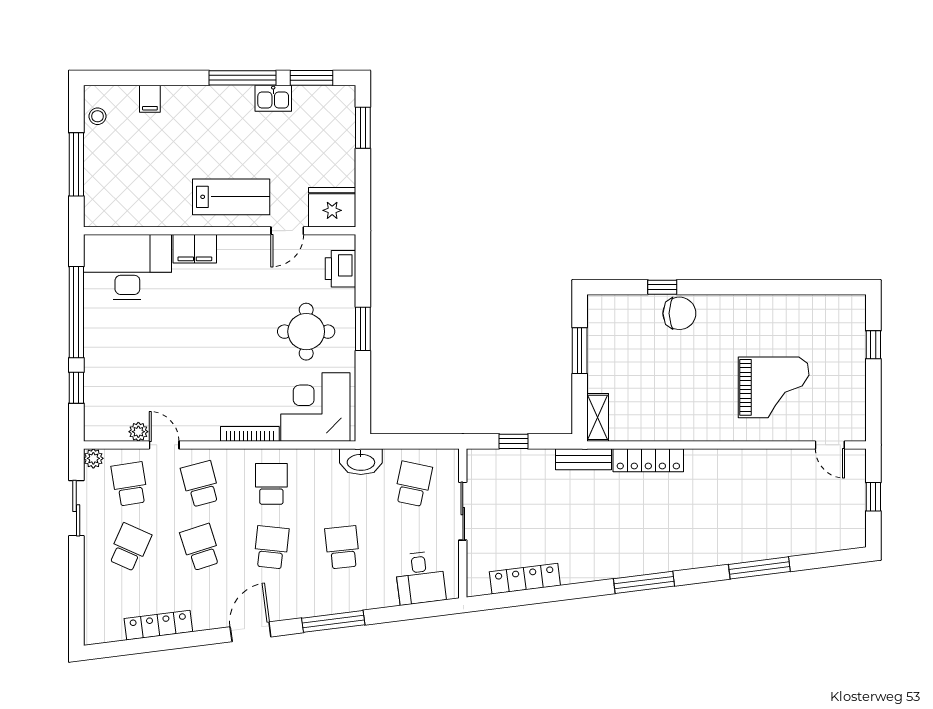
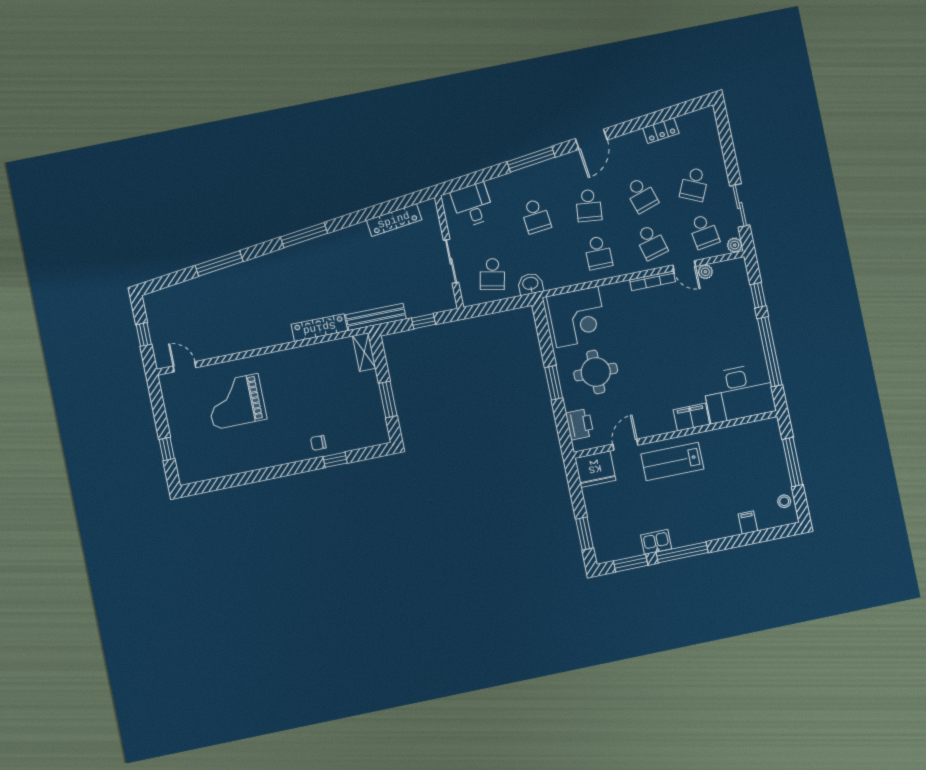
chair: (679, 313) -> (318, 443), width x0.54, depth x0.54
bookcase: (250, 434) -> (652, 281), moved
bench: (583, 459) -> (376, 317), width x1.36
washbasin: (361, 462) -> (530, 284), width x0.72
locker: (158, 625) -> (661, 131), width x0.66

